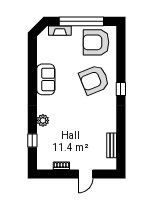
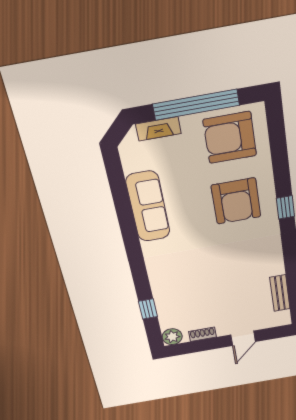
sofa: (46, 79) -> (148, 207), width x1.36
armchair: (94, 80) -> (236, 201), turned -68
plant: (43, 120) -> (172, 337), moved

